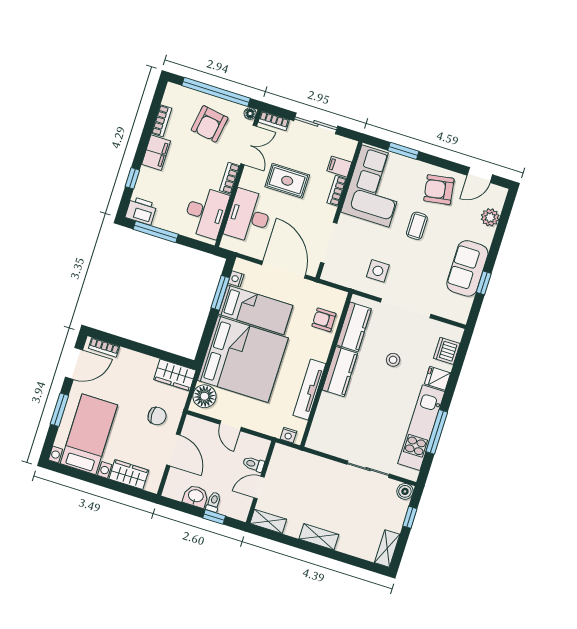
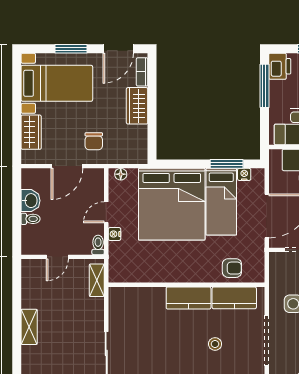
armchair: (324, 320) -> (232, 268), turned 90
door: (74, 364) -> (118, 49), hinge flipped
wardrobe: (175, 375) -> (137, 106), moved
tv unit: (309, 389) -> (163, 275), removed
floor lamp: (204, 396) -> (121, 174), width x0.53, depth x0.53
nightstand: (288, 435) -> (114, 234), moved
toilet: (253, 464) -> (98, 245), moved
door: (259, 487) -> (57, 257), swing flipped
window: (214, 517) -> (17, 224), removed
shelving: (268, 521) -> (97, 280), moved

